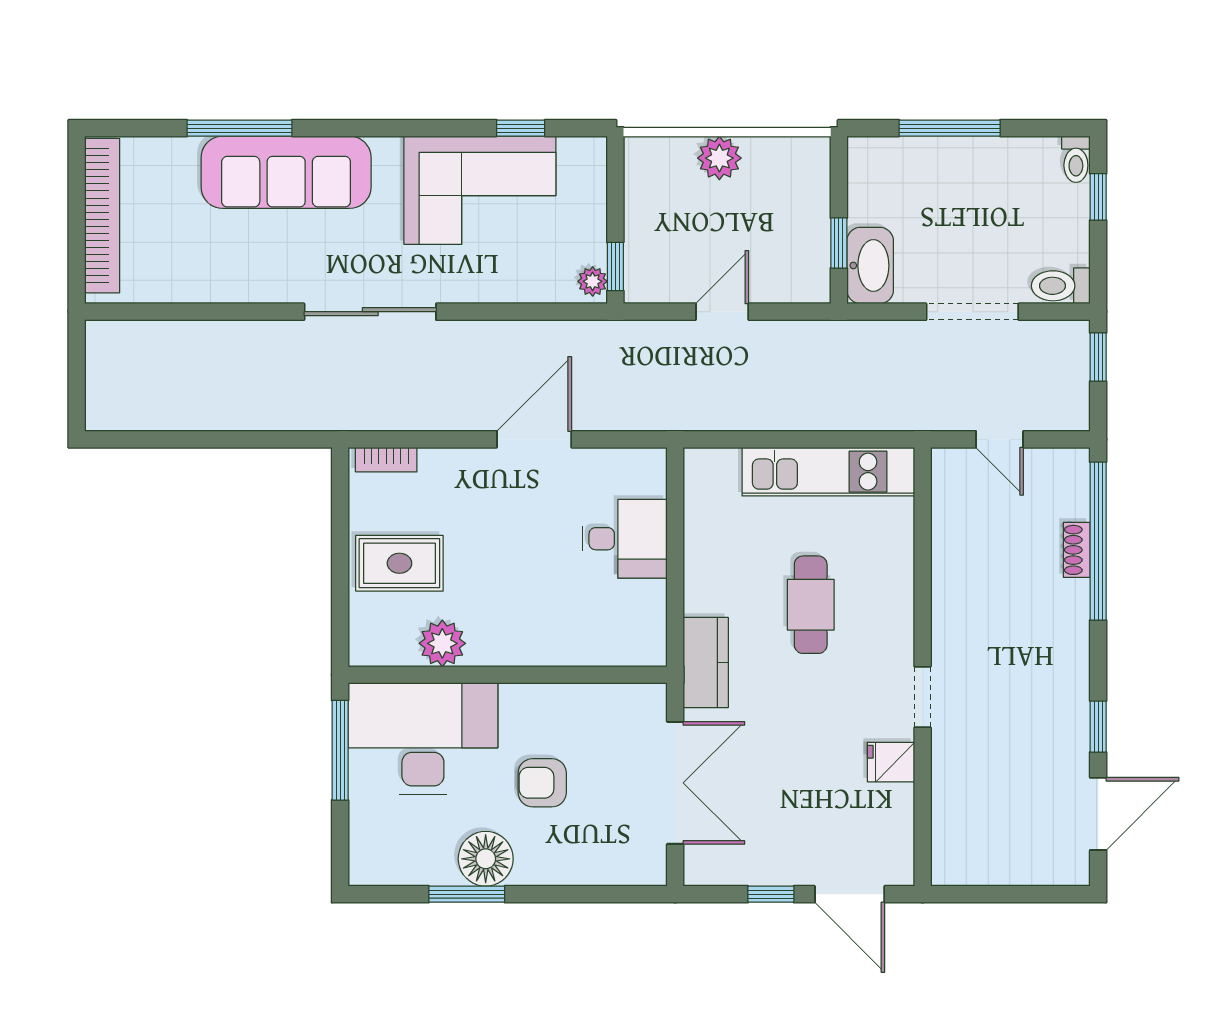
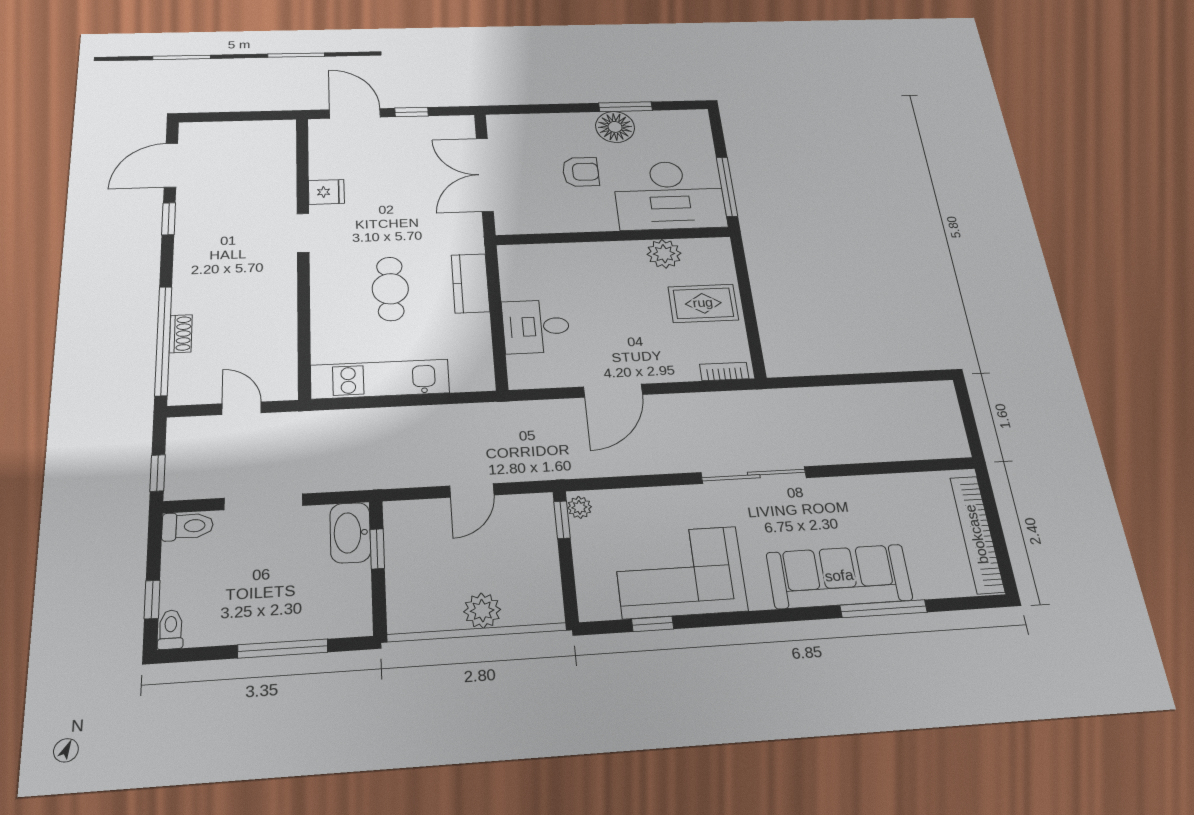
kitchen counter: (706, 663) -> (470, 283), moved

